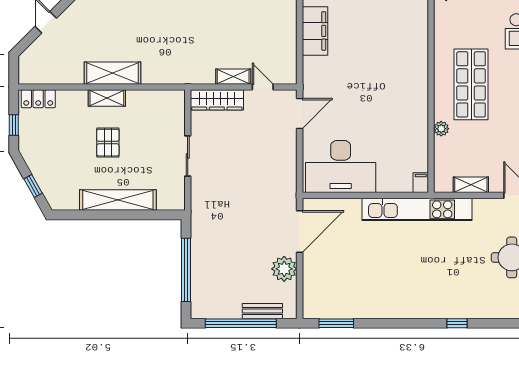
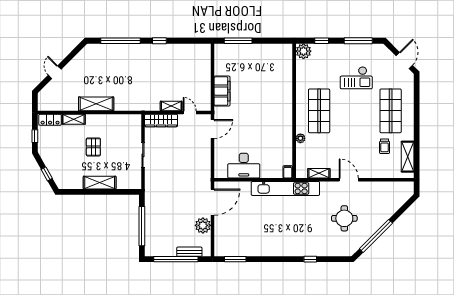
filing cabinet: (315, 31) -> (222, 91), moved
shelving: (107, 98) -> (74, 119), moved
desk: (341, 167) -> (244, 166), width x0.73, depth x0.77
shelving: (118, 200) -> (100, 183), width x0.68

